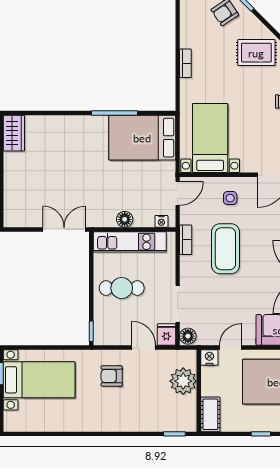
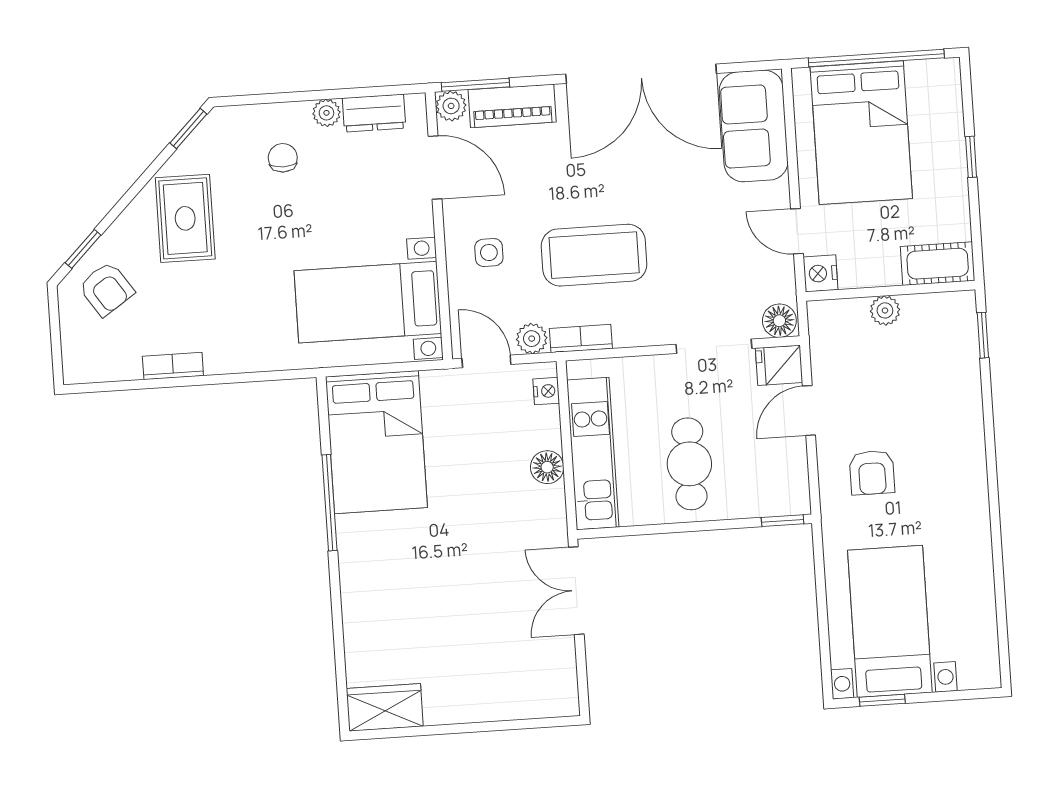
bookcase: (185, 63) -> (173, 366), moved
plant: (187, 216) -> (532, 339), added
plant: (183, 381) -> (885, 310), width x0.53, depth x0.53

